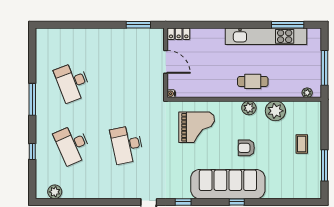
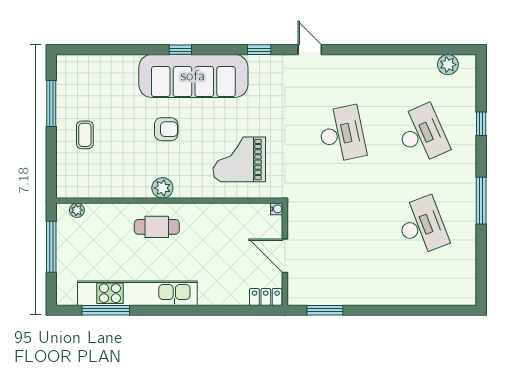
plant: (275, 111) -> (123, 184), removed

